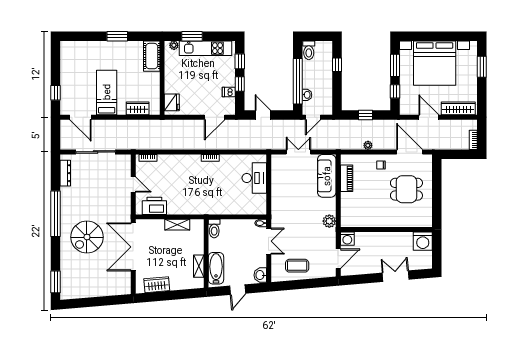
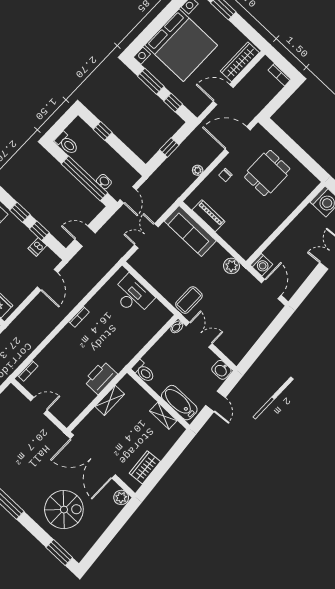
printer: (154, 206) -> (100, 378), moved
spiral stairs: (87, 237) -> (64, 510), moved, turned -90
coffee table: (297, 266) -> (189, 300), moved
plant: (125, 288) -> (121, 497), added

